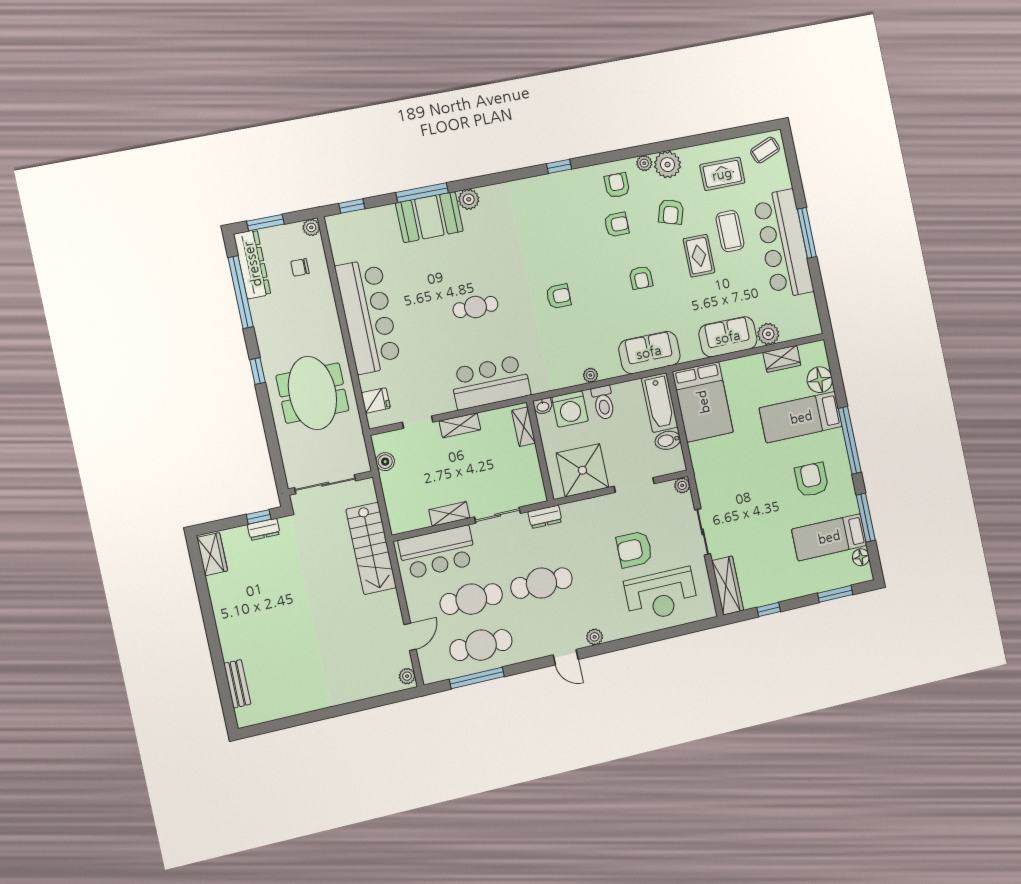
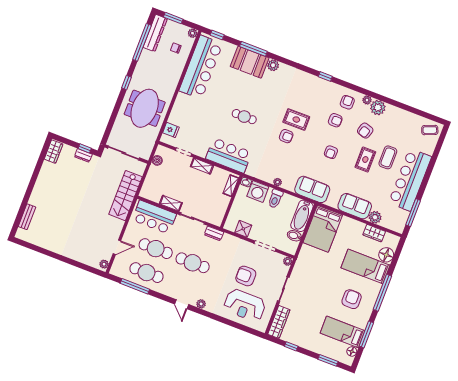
rug: (722, 174) -> (296, 120), moved
window: (807, 233) -> (413, 213), moved
bar counter: (368, 316) -> (201, 67), moved
shower: (582, 470) -> (243, 229), width x0.54, depth x0.54

